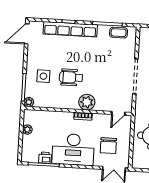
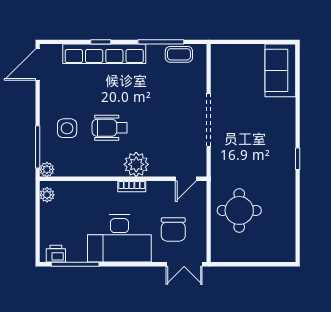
plant: (27, 130) -> (47, 195), moved
printer: (45, 158) -> (56, 254), moved

